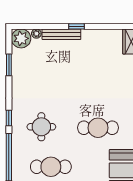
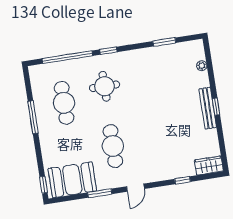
bench: (61, 34) -> (208, 108), moved
plant: (21, 38) -> (194, 50), removed

